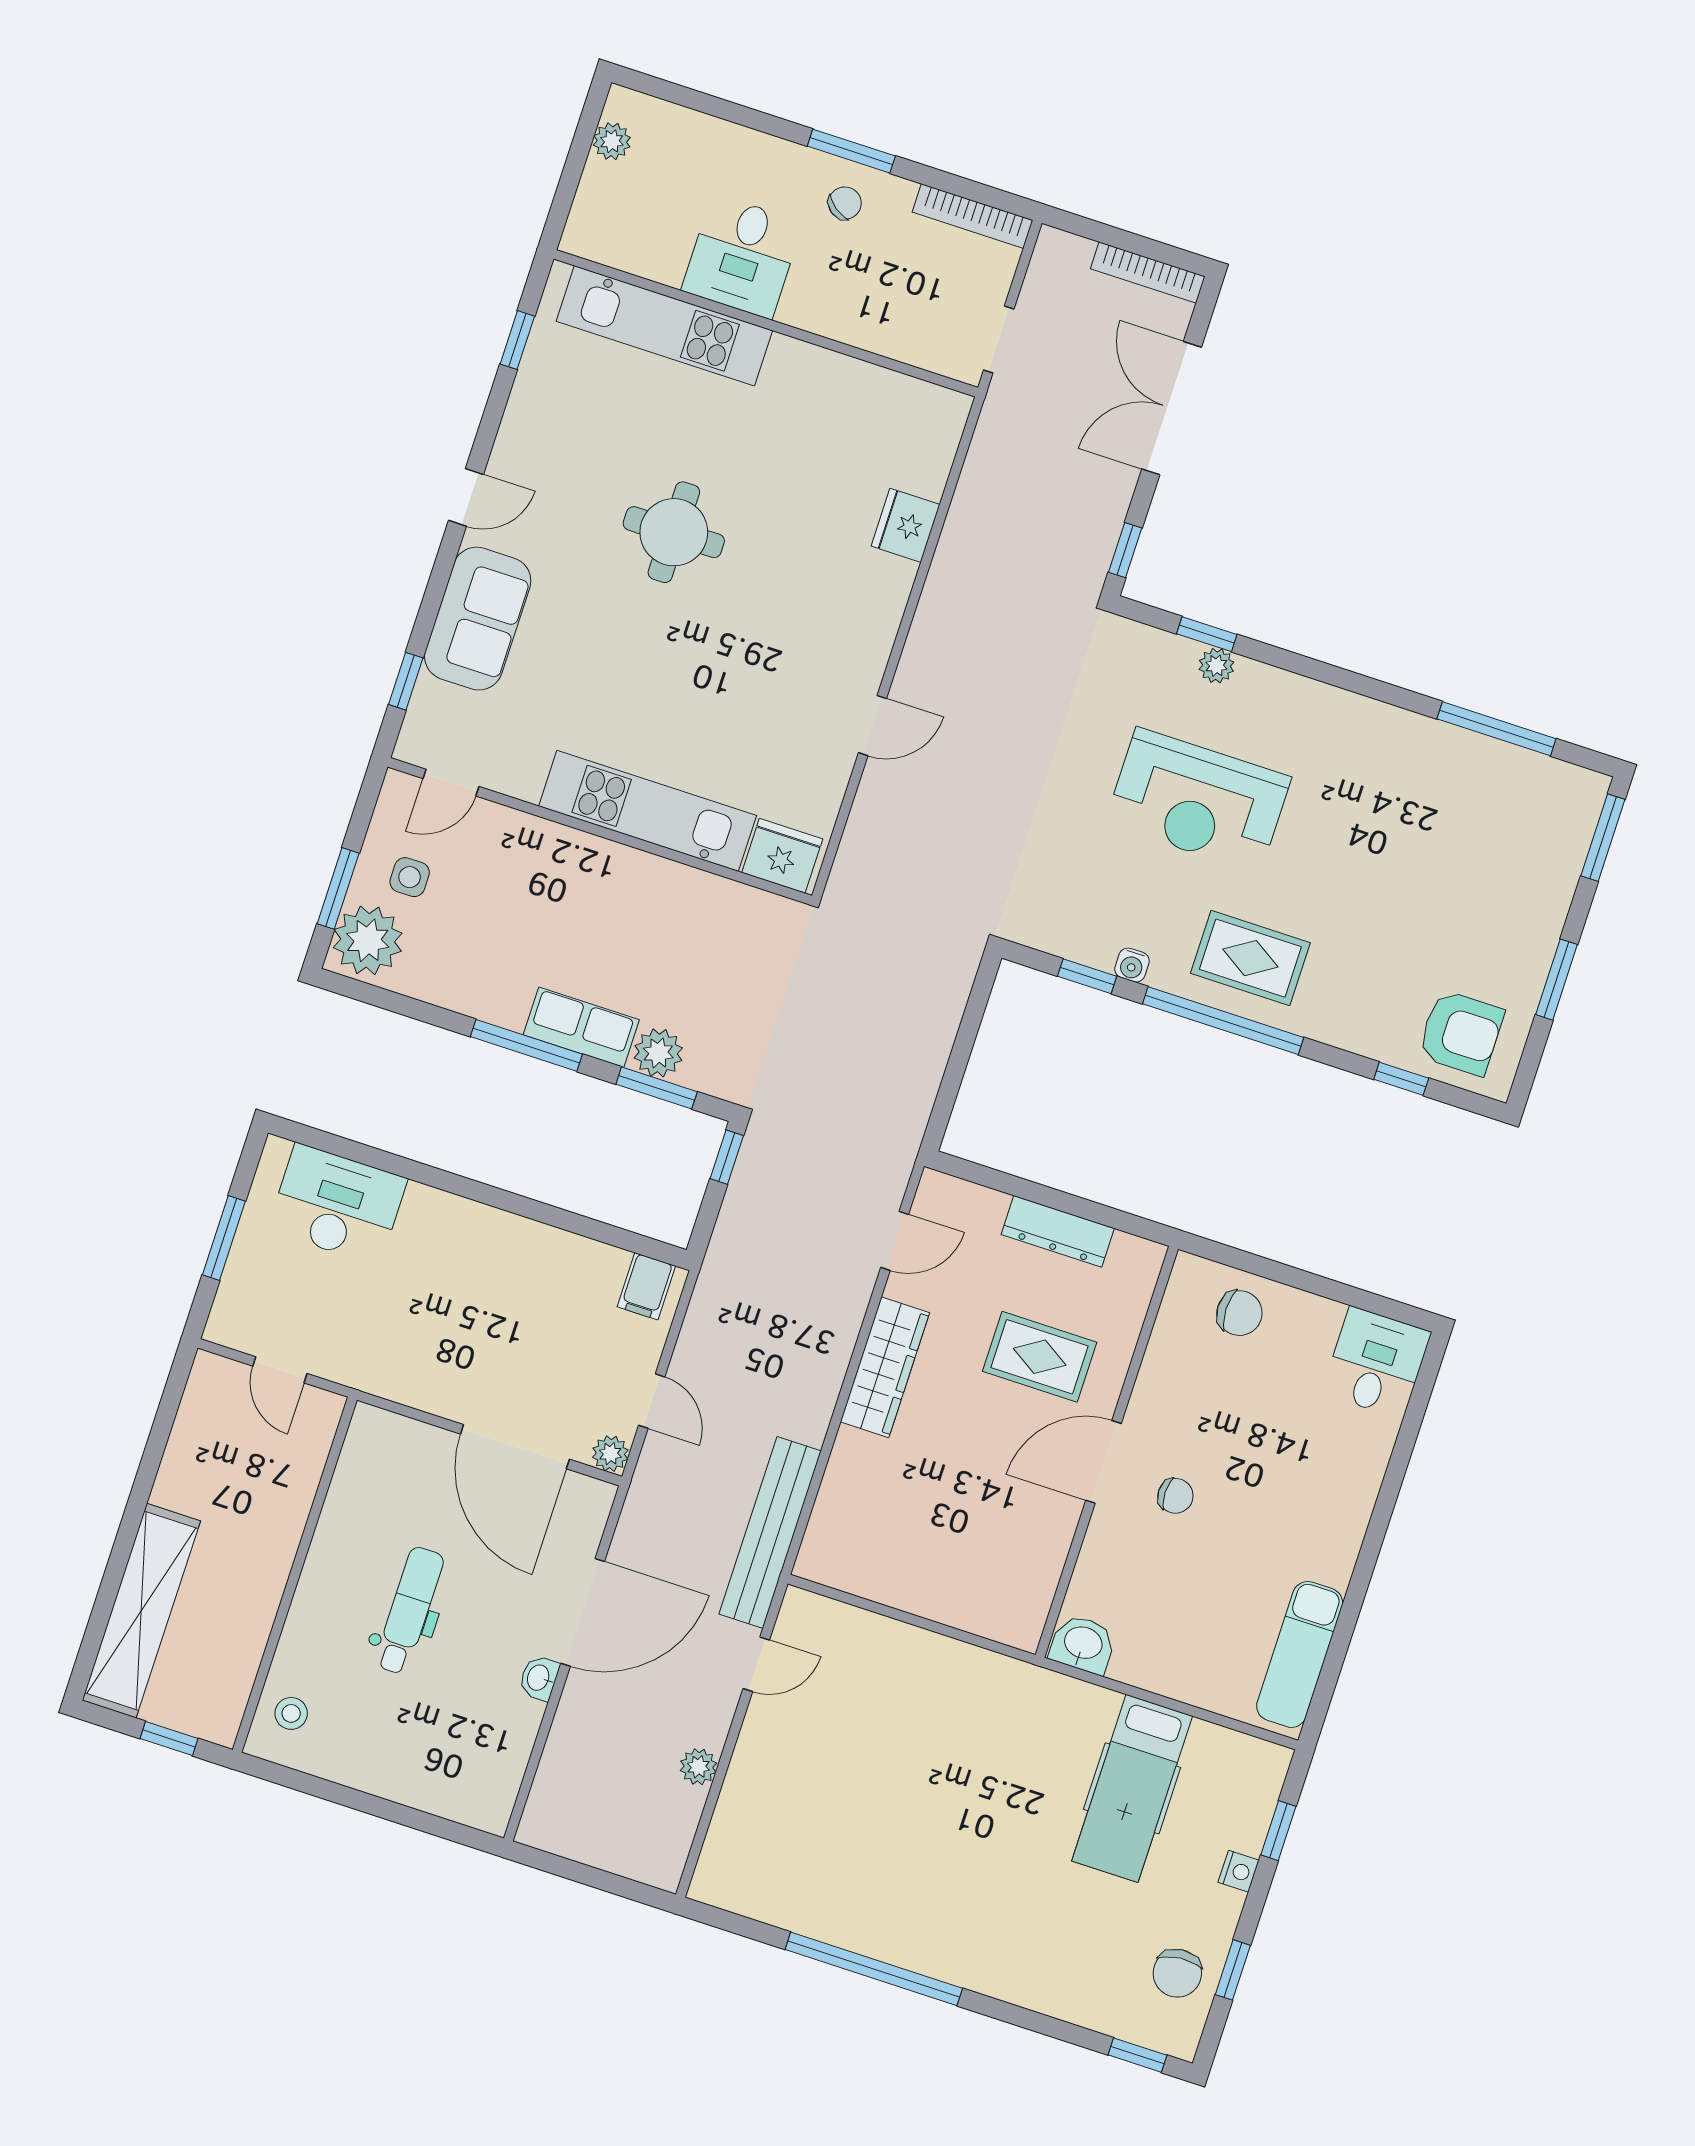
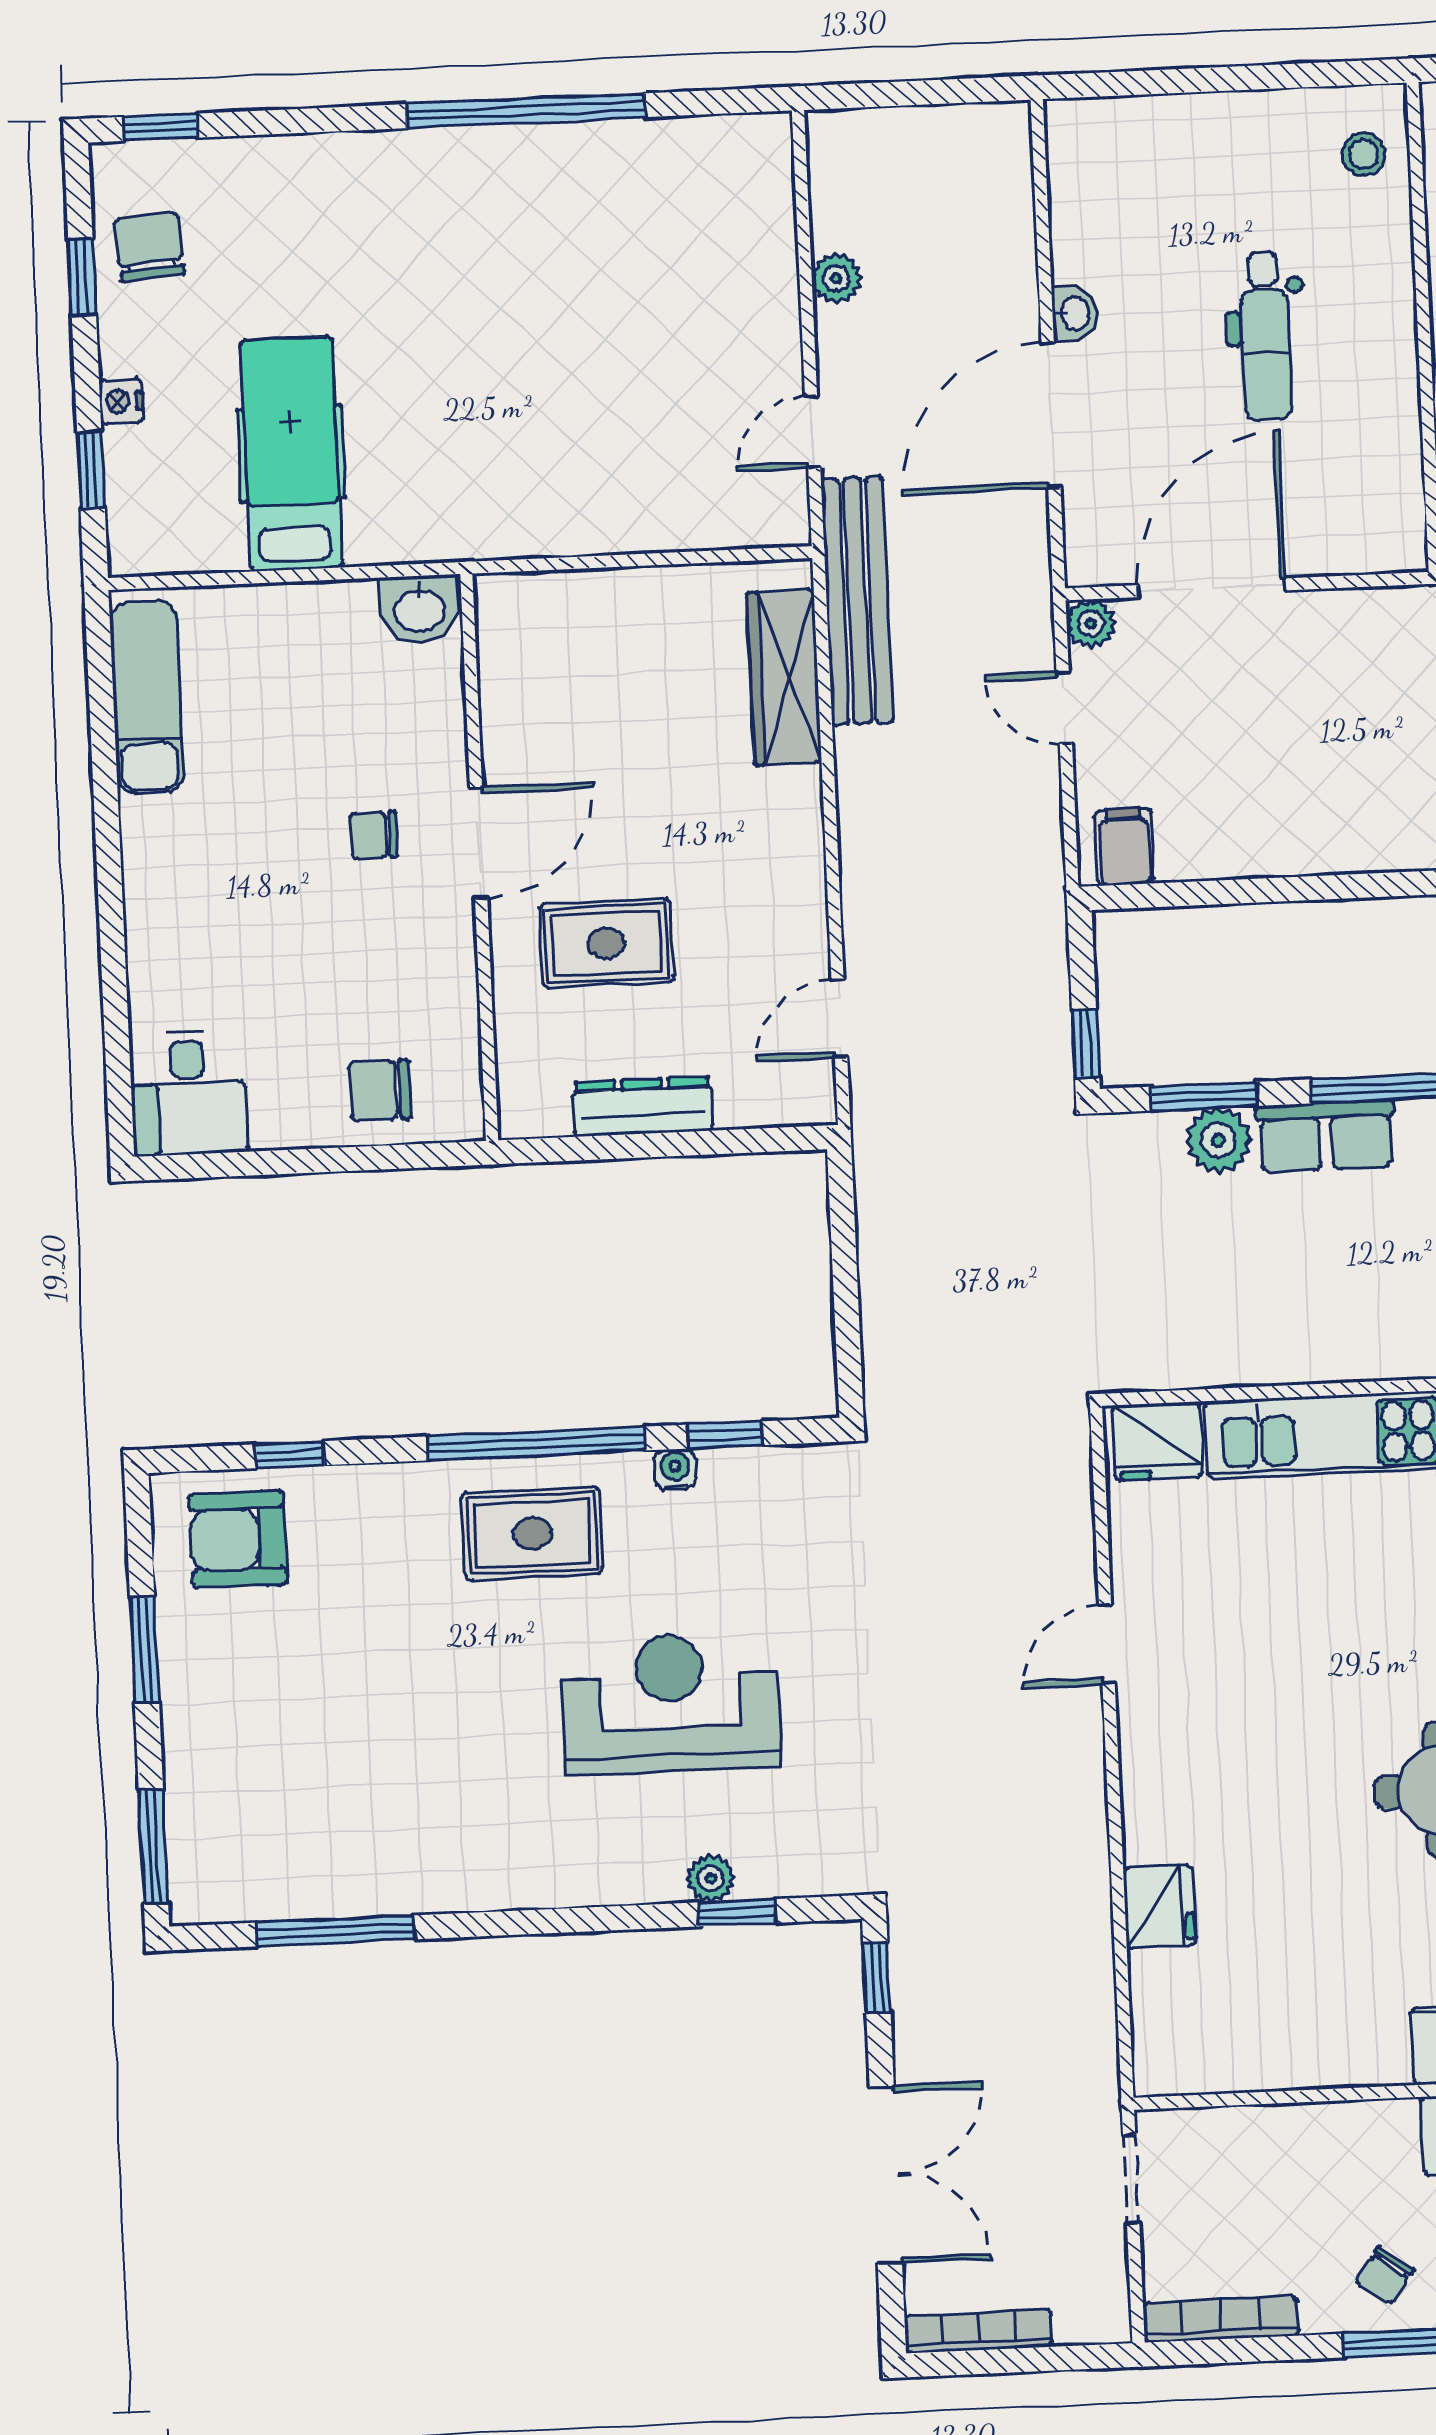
wardrobe: (885, 1367) -> (784, 677), moved
door: (515, 1447) -> (1212, 588), hinge flipped

